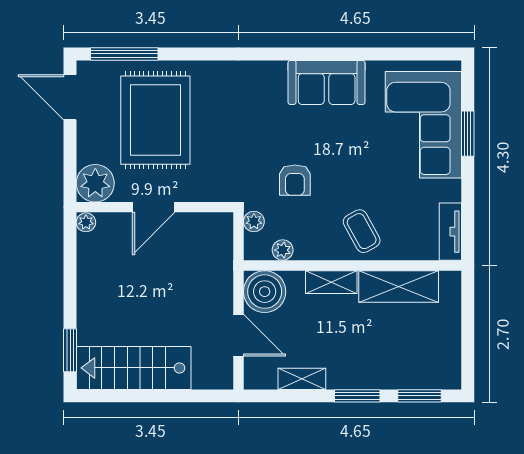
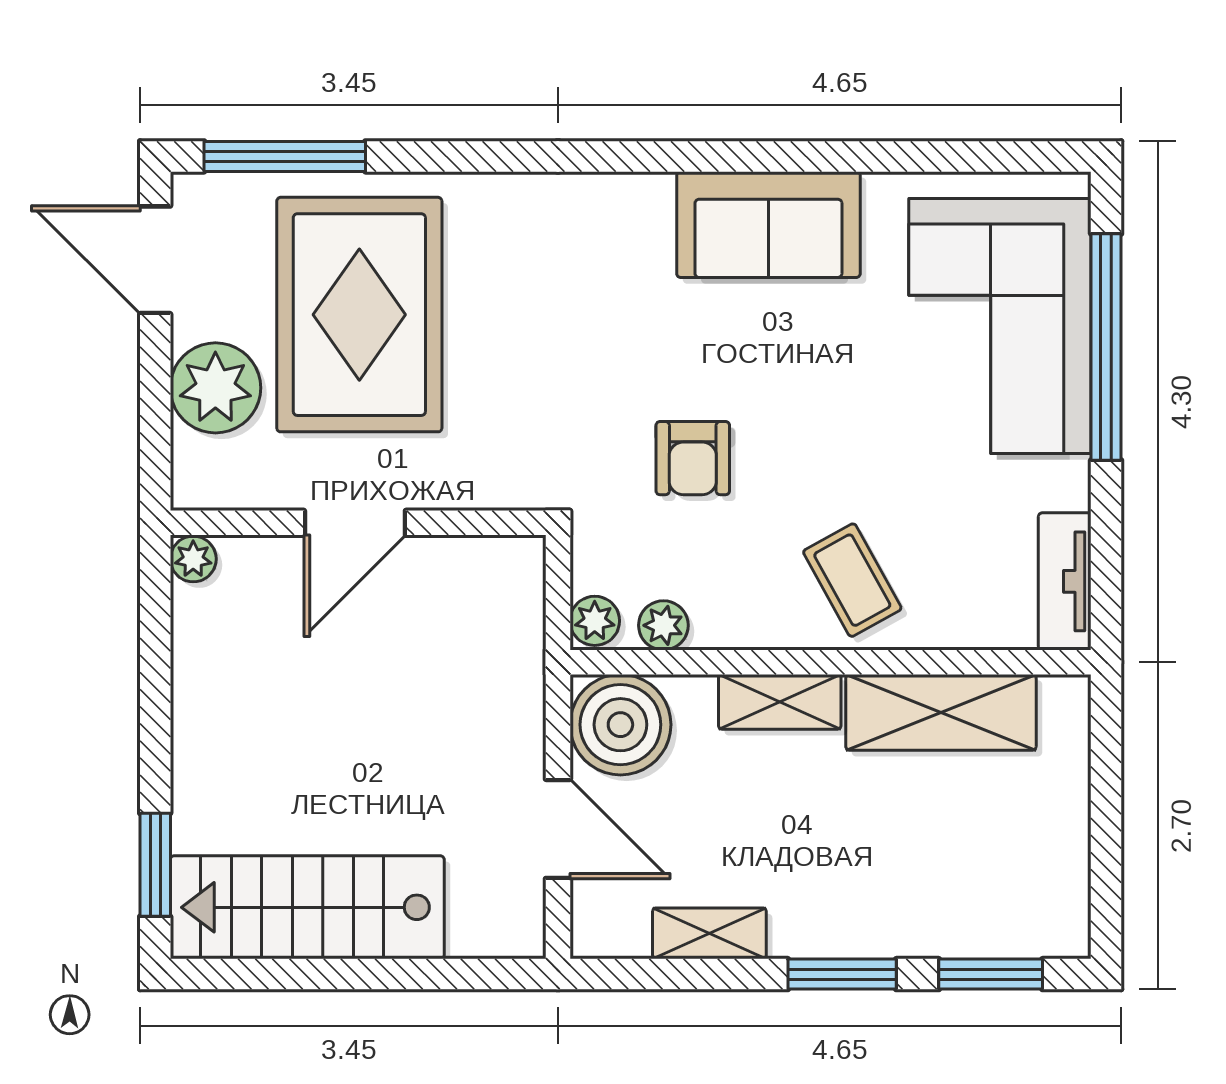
window: (468, 134) -> (1106, 347), width x2.11
plant: (95, 183) -> (215, 388), moved
plant: (254, 222) -> (595, 621), moved

